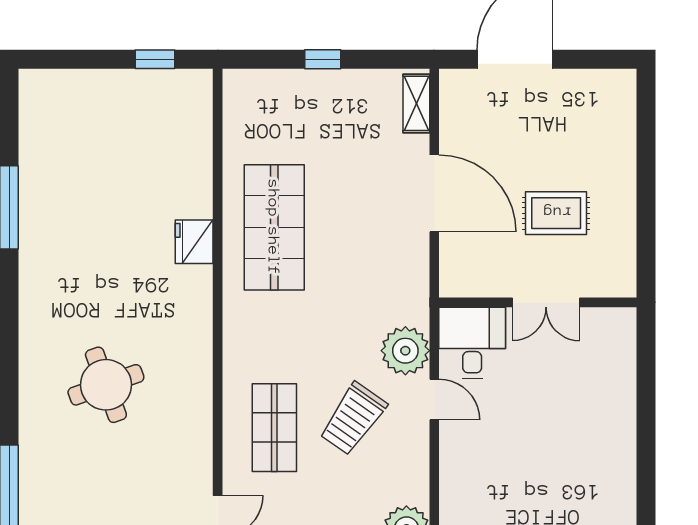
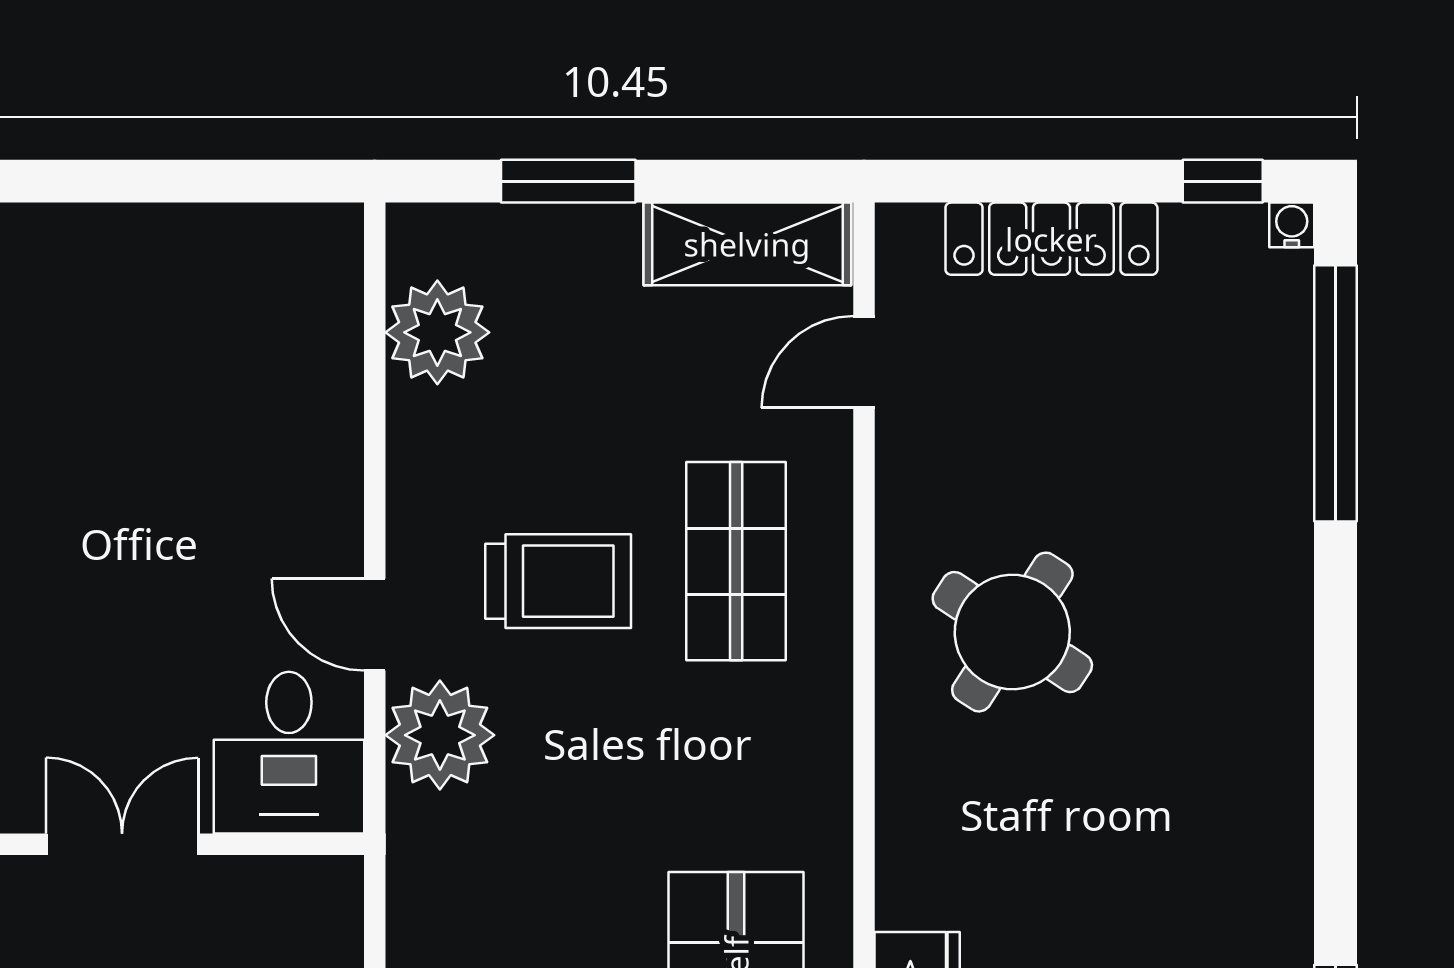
round table: (106, 385) -> (1012, 632), moved, turned -37
trolley: (353, 419) -> (558, 581), turned 55

